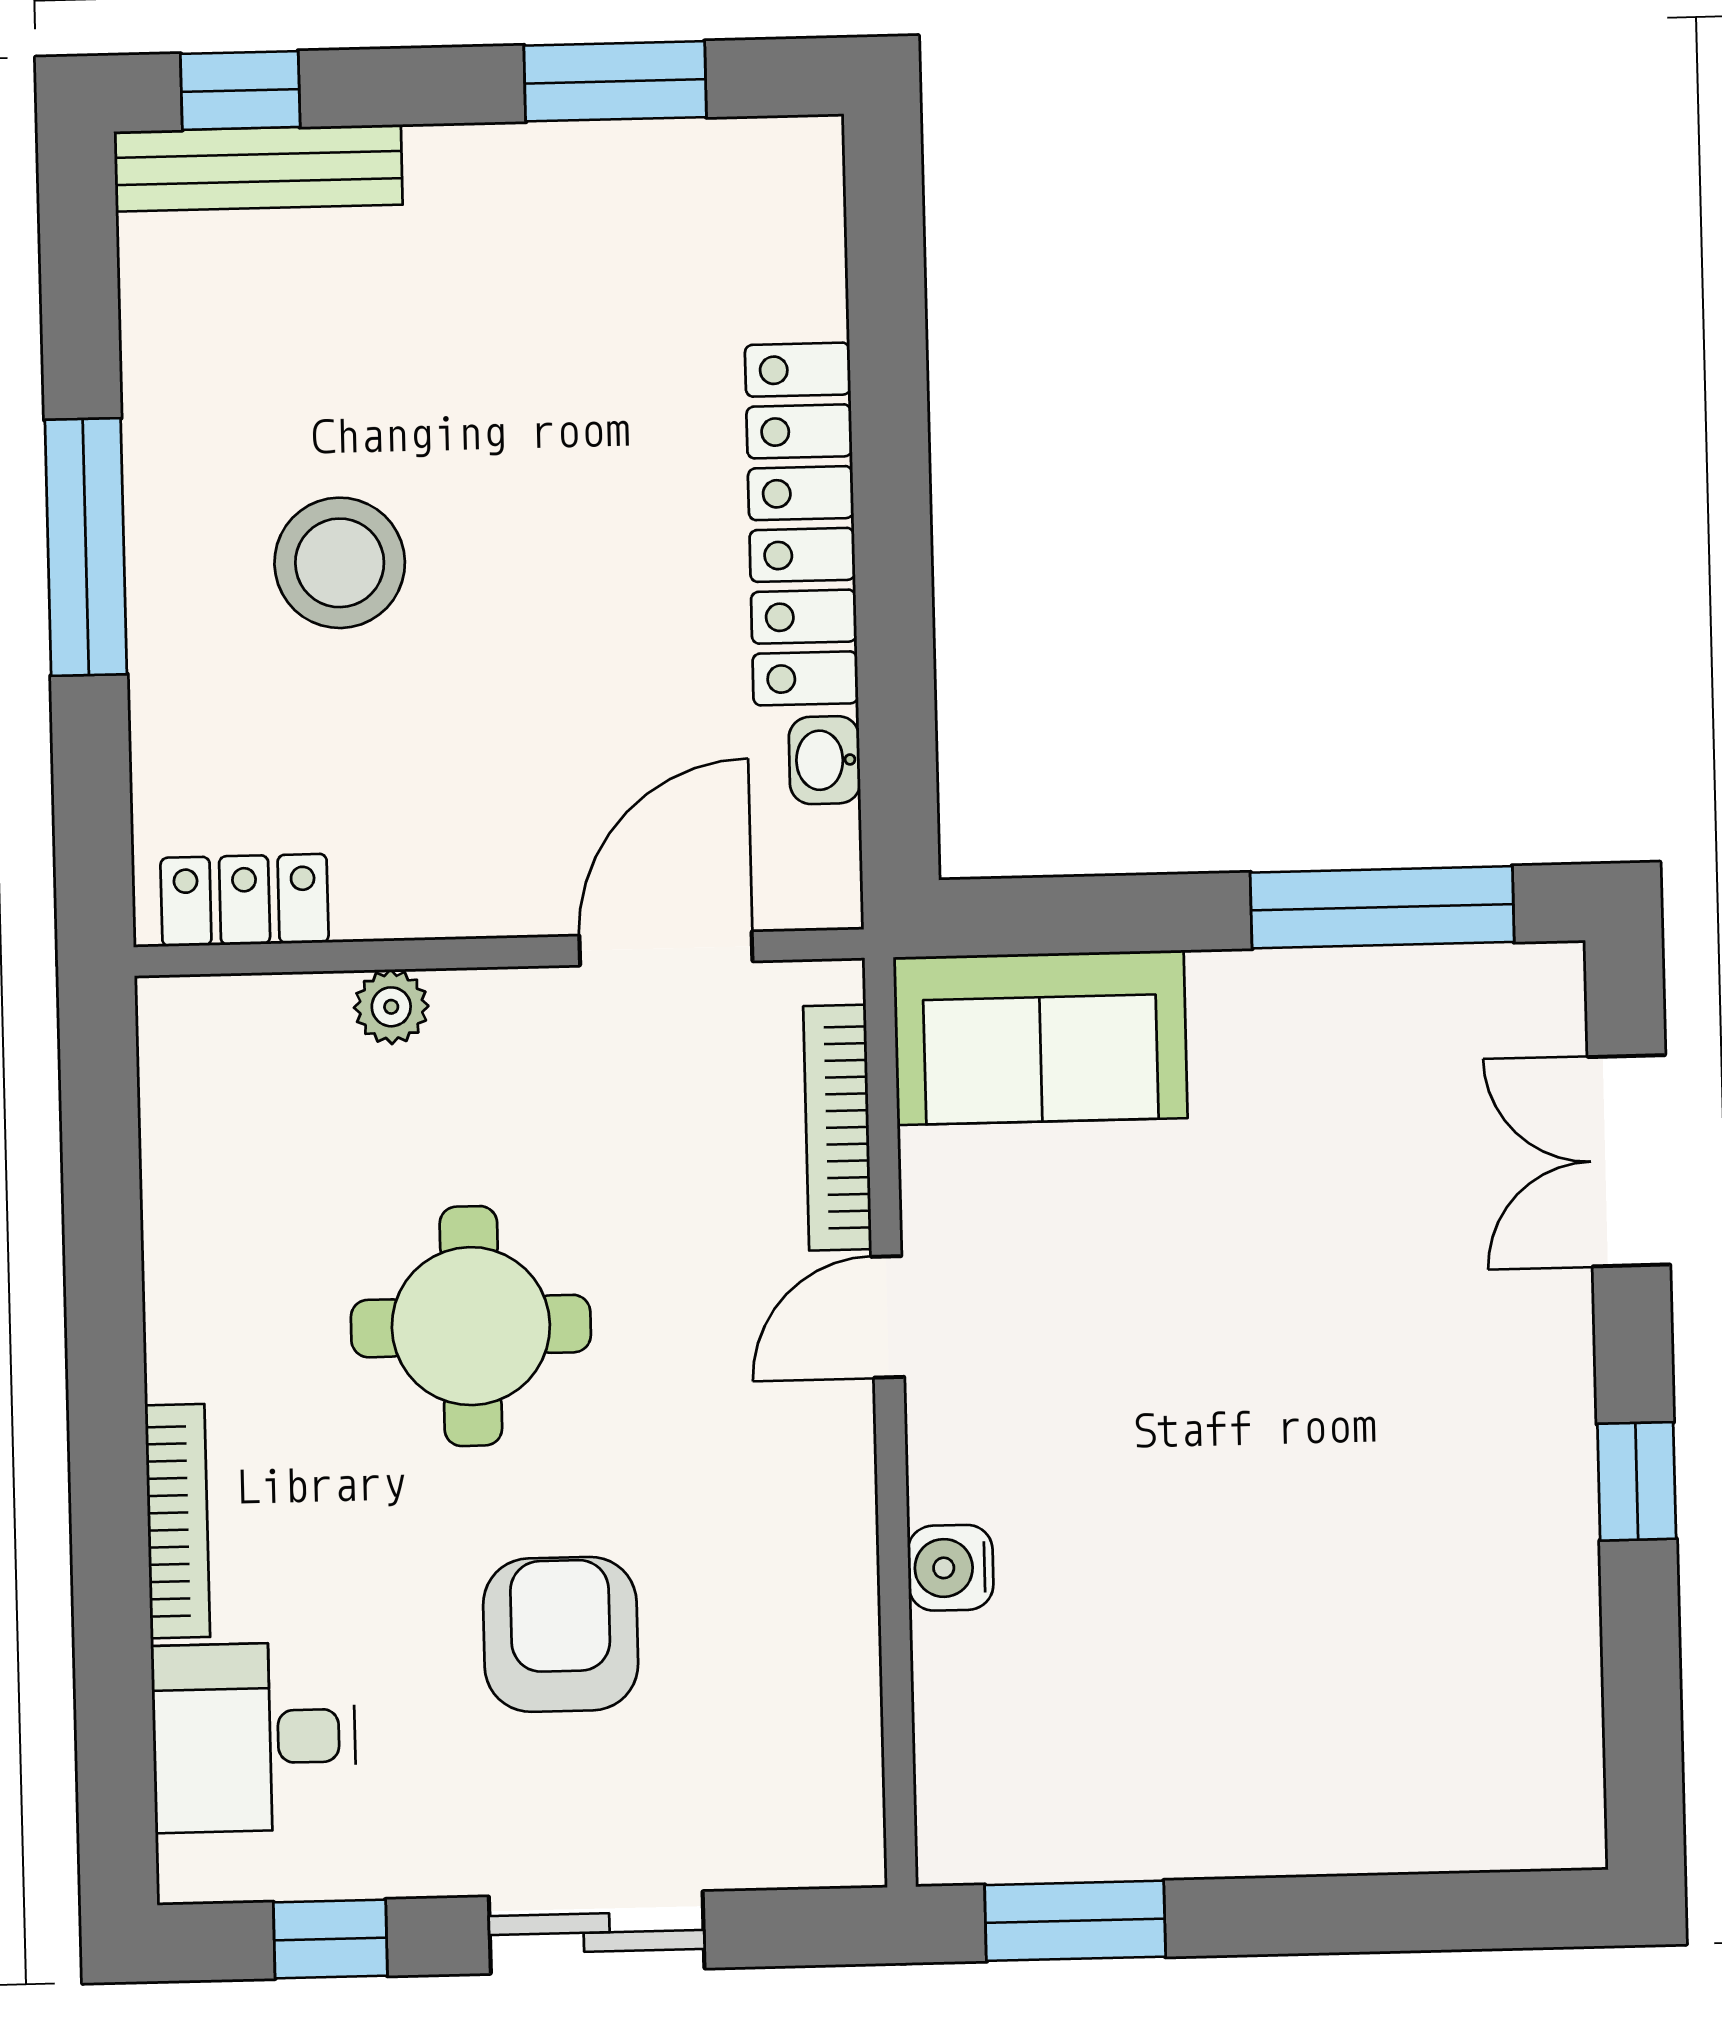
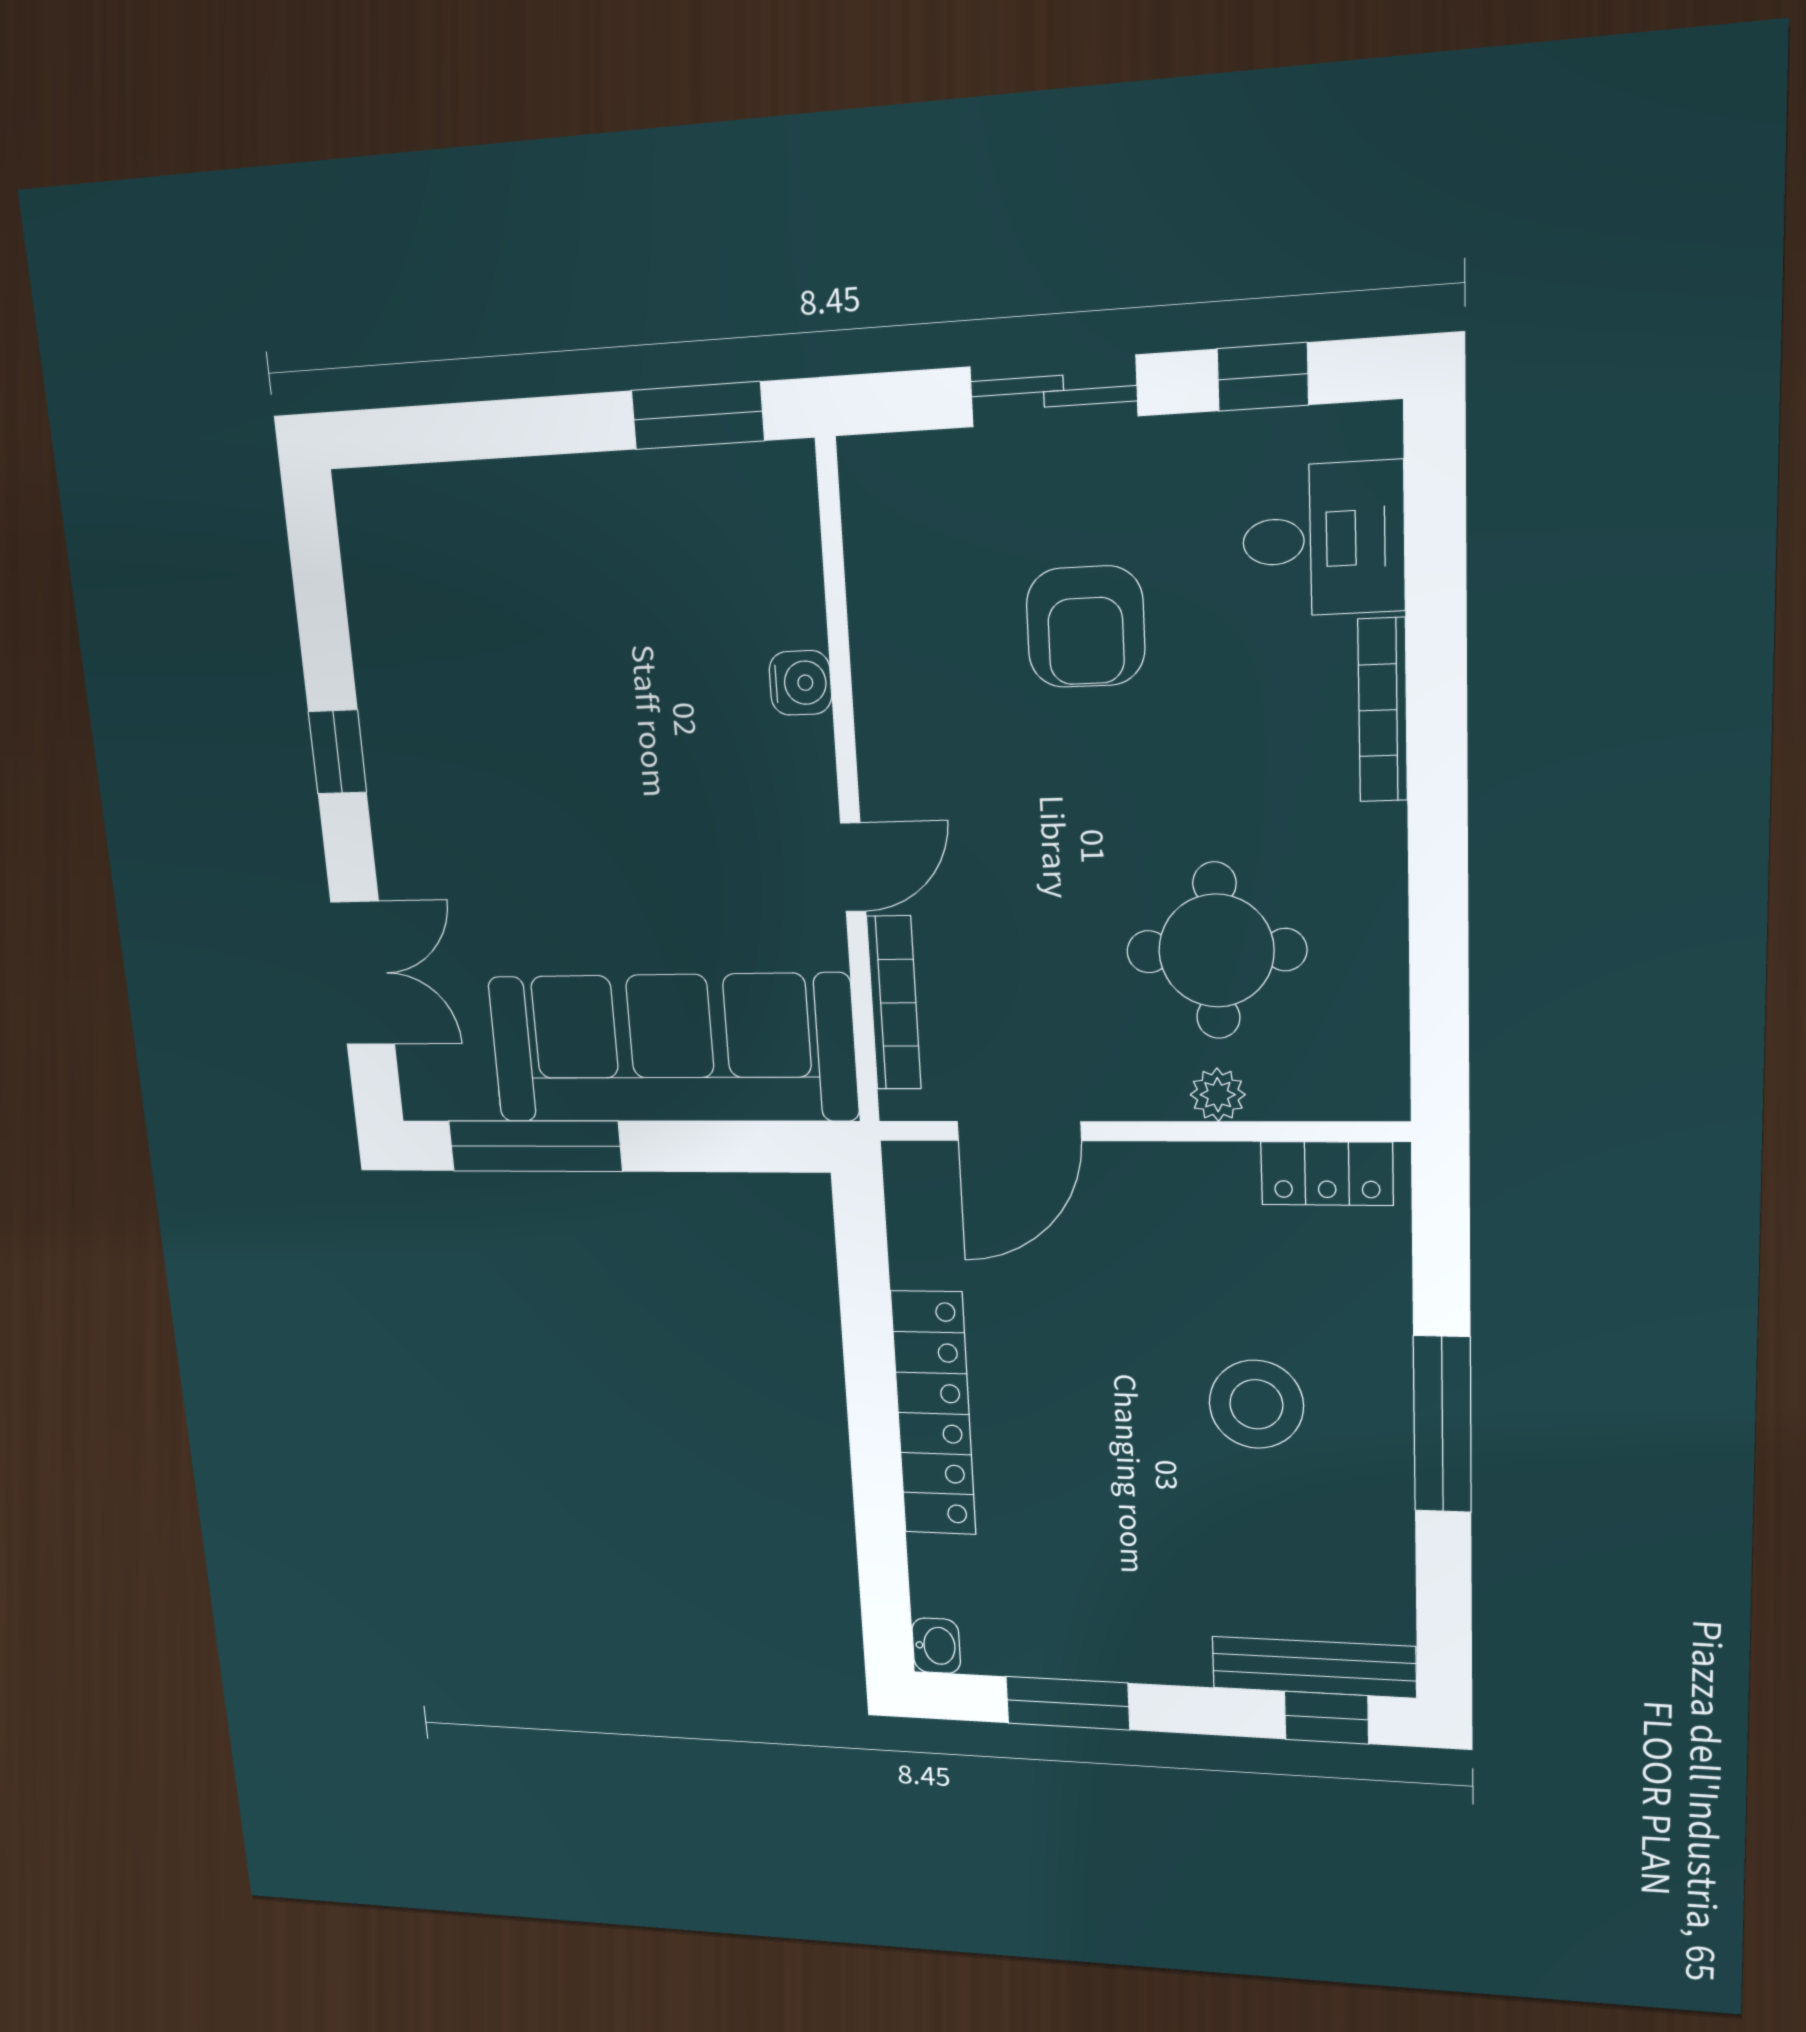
washbasin: (825, 760) -> (936, 1646), moved
sofa: (1040, 1038) -> (672, 1048), width x1.85, depth x1.27
round table: (471, 1326) -> (1216, 951), moved

